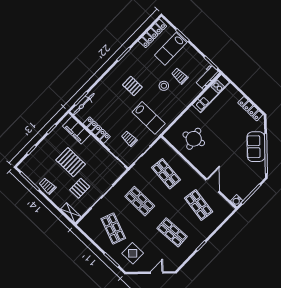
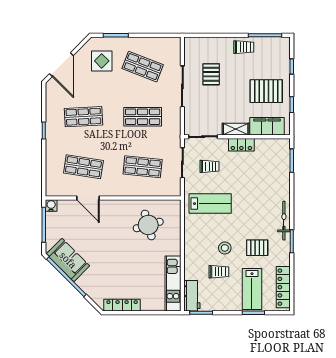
lab bench: (171, 49) -> (252, 289), turned 180
pallet: (132, 86) -> (257, 248), moved
bicycle: (84, 104) -> (284, 221), moved
lab bench: (149, 118) -> (210, 204), turned 180
locker: (97, 130) -> (241, 145), width x0.66
sofa: (256, 147) -> (68, 260), moved
pallet: (71, 162) -> (266, 91), moved
shelving: (71, 213) -> (236, 129), moved
door: (157, 273) -> (61, 65), width x1.88

